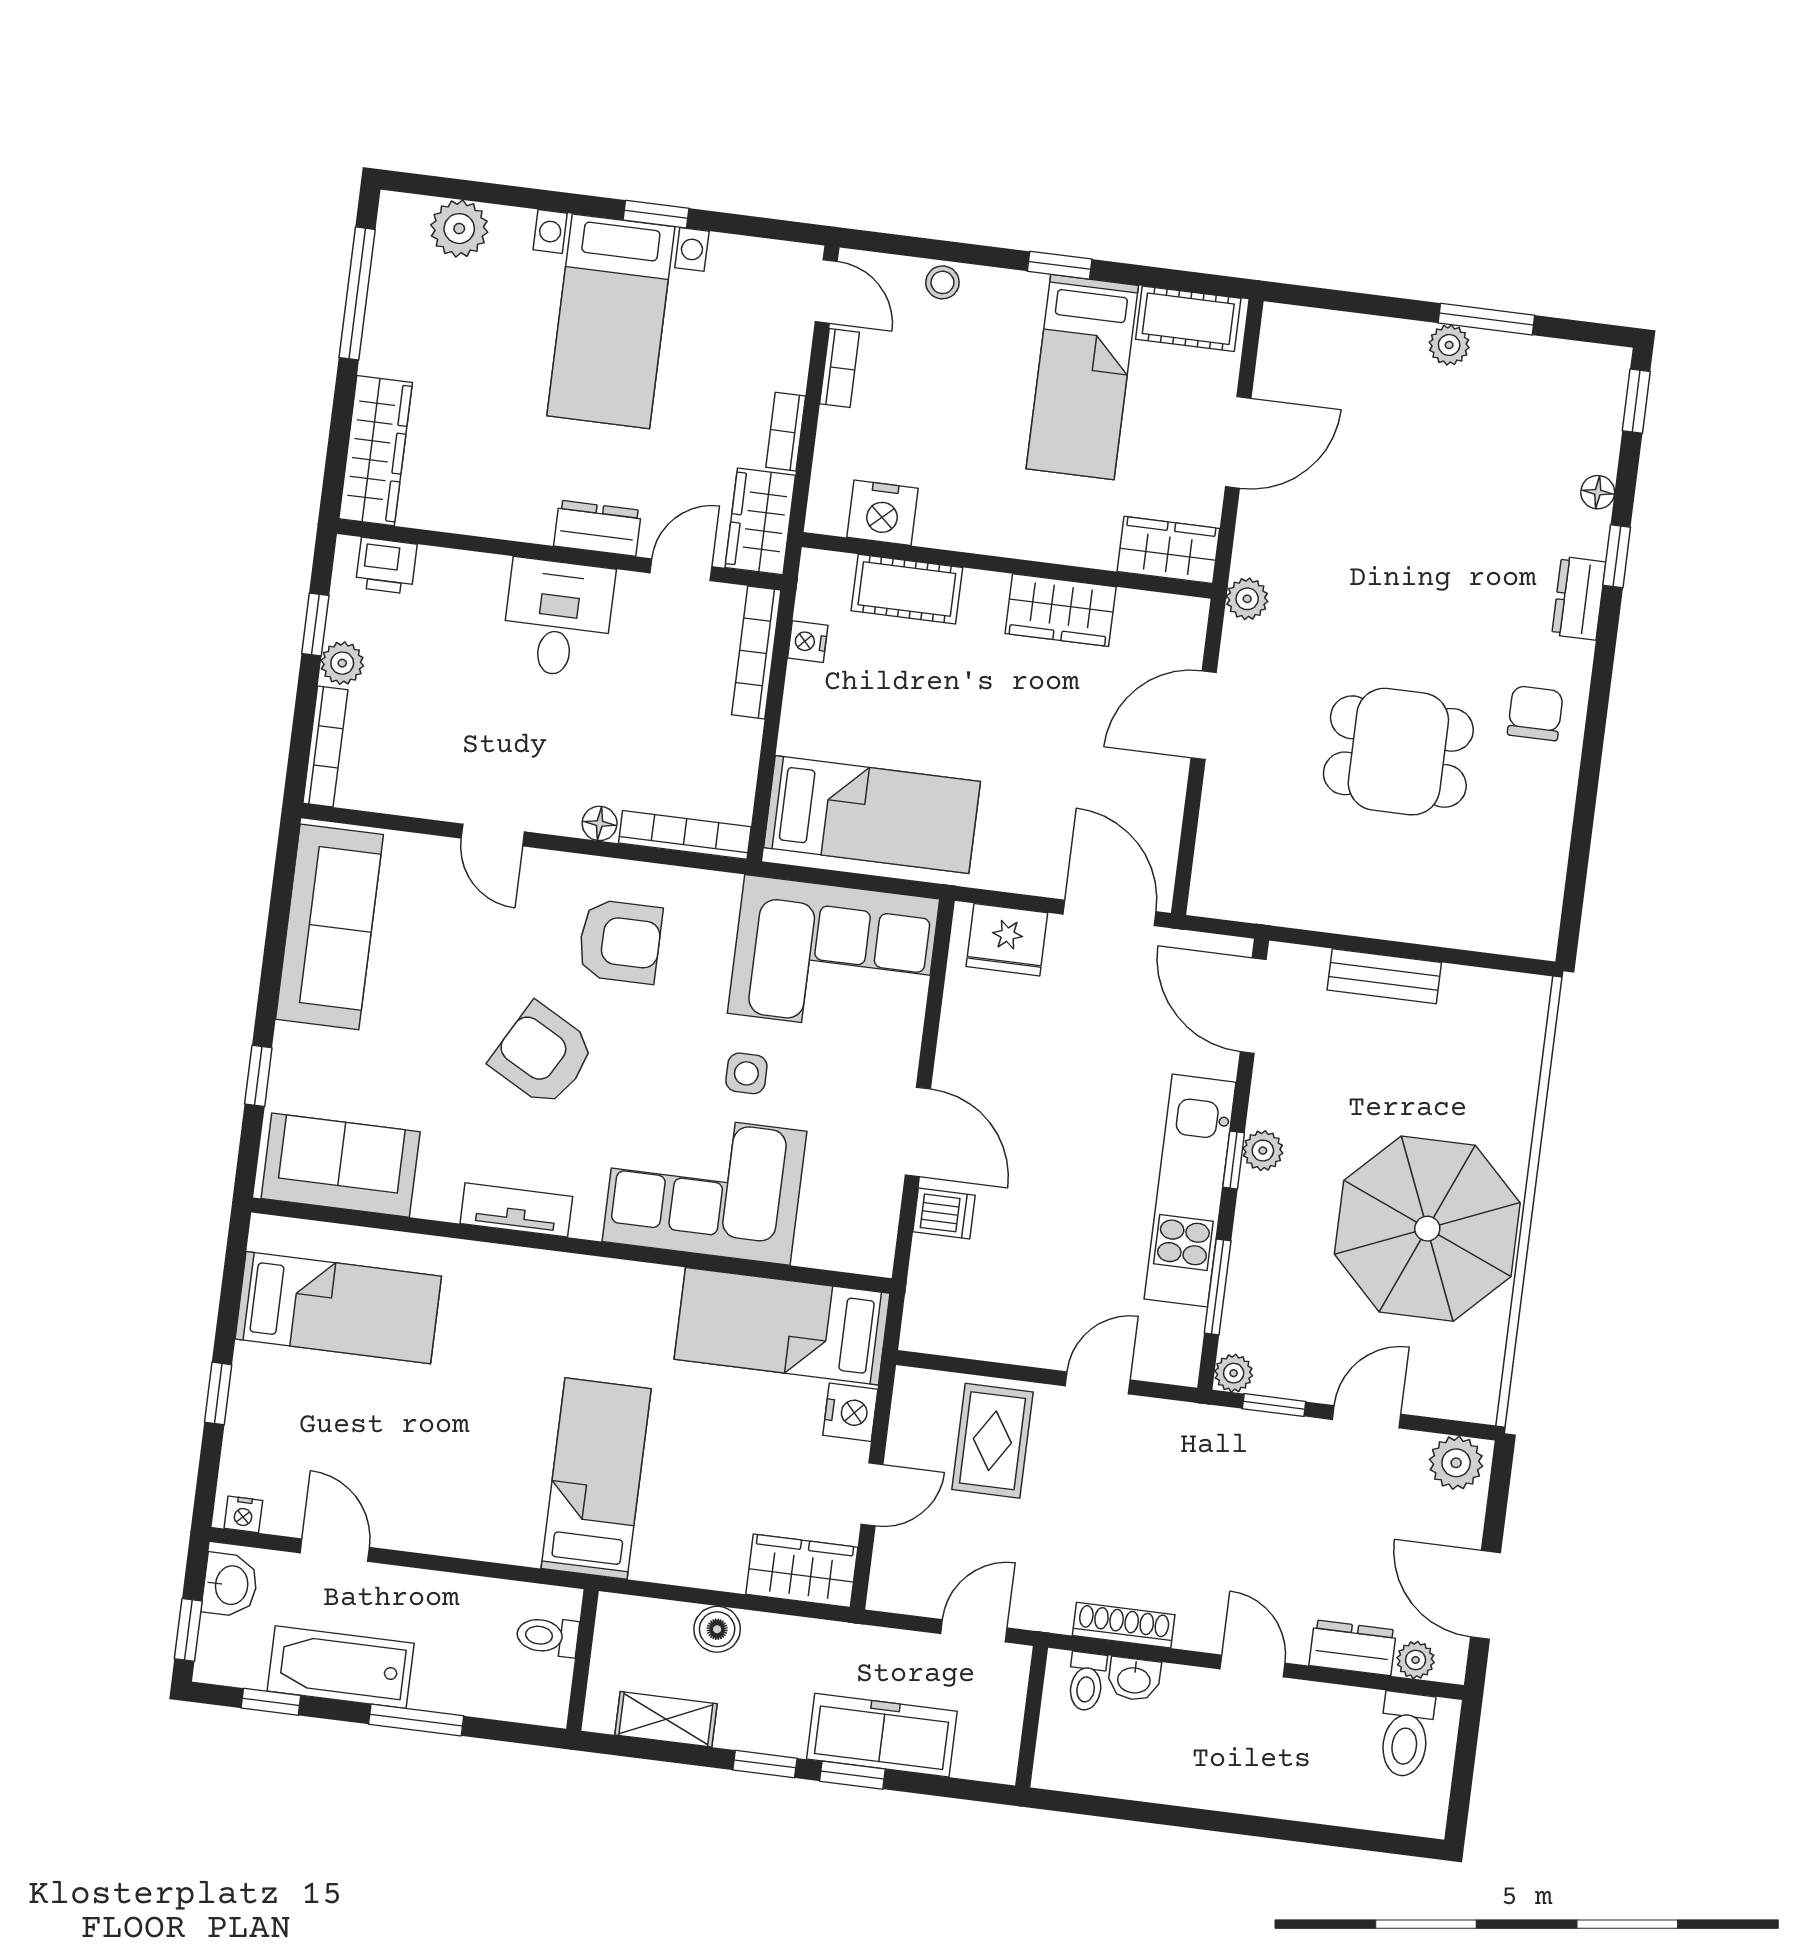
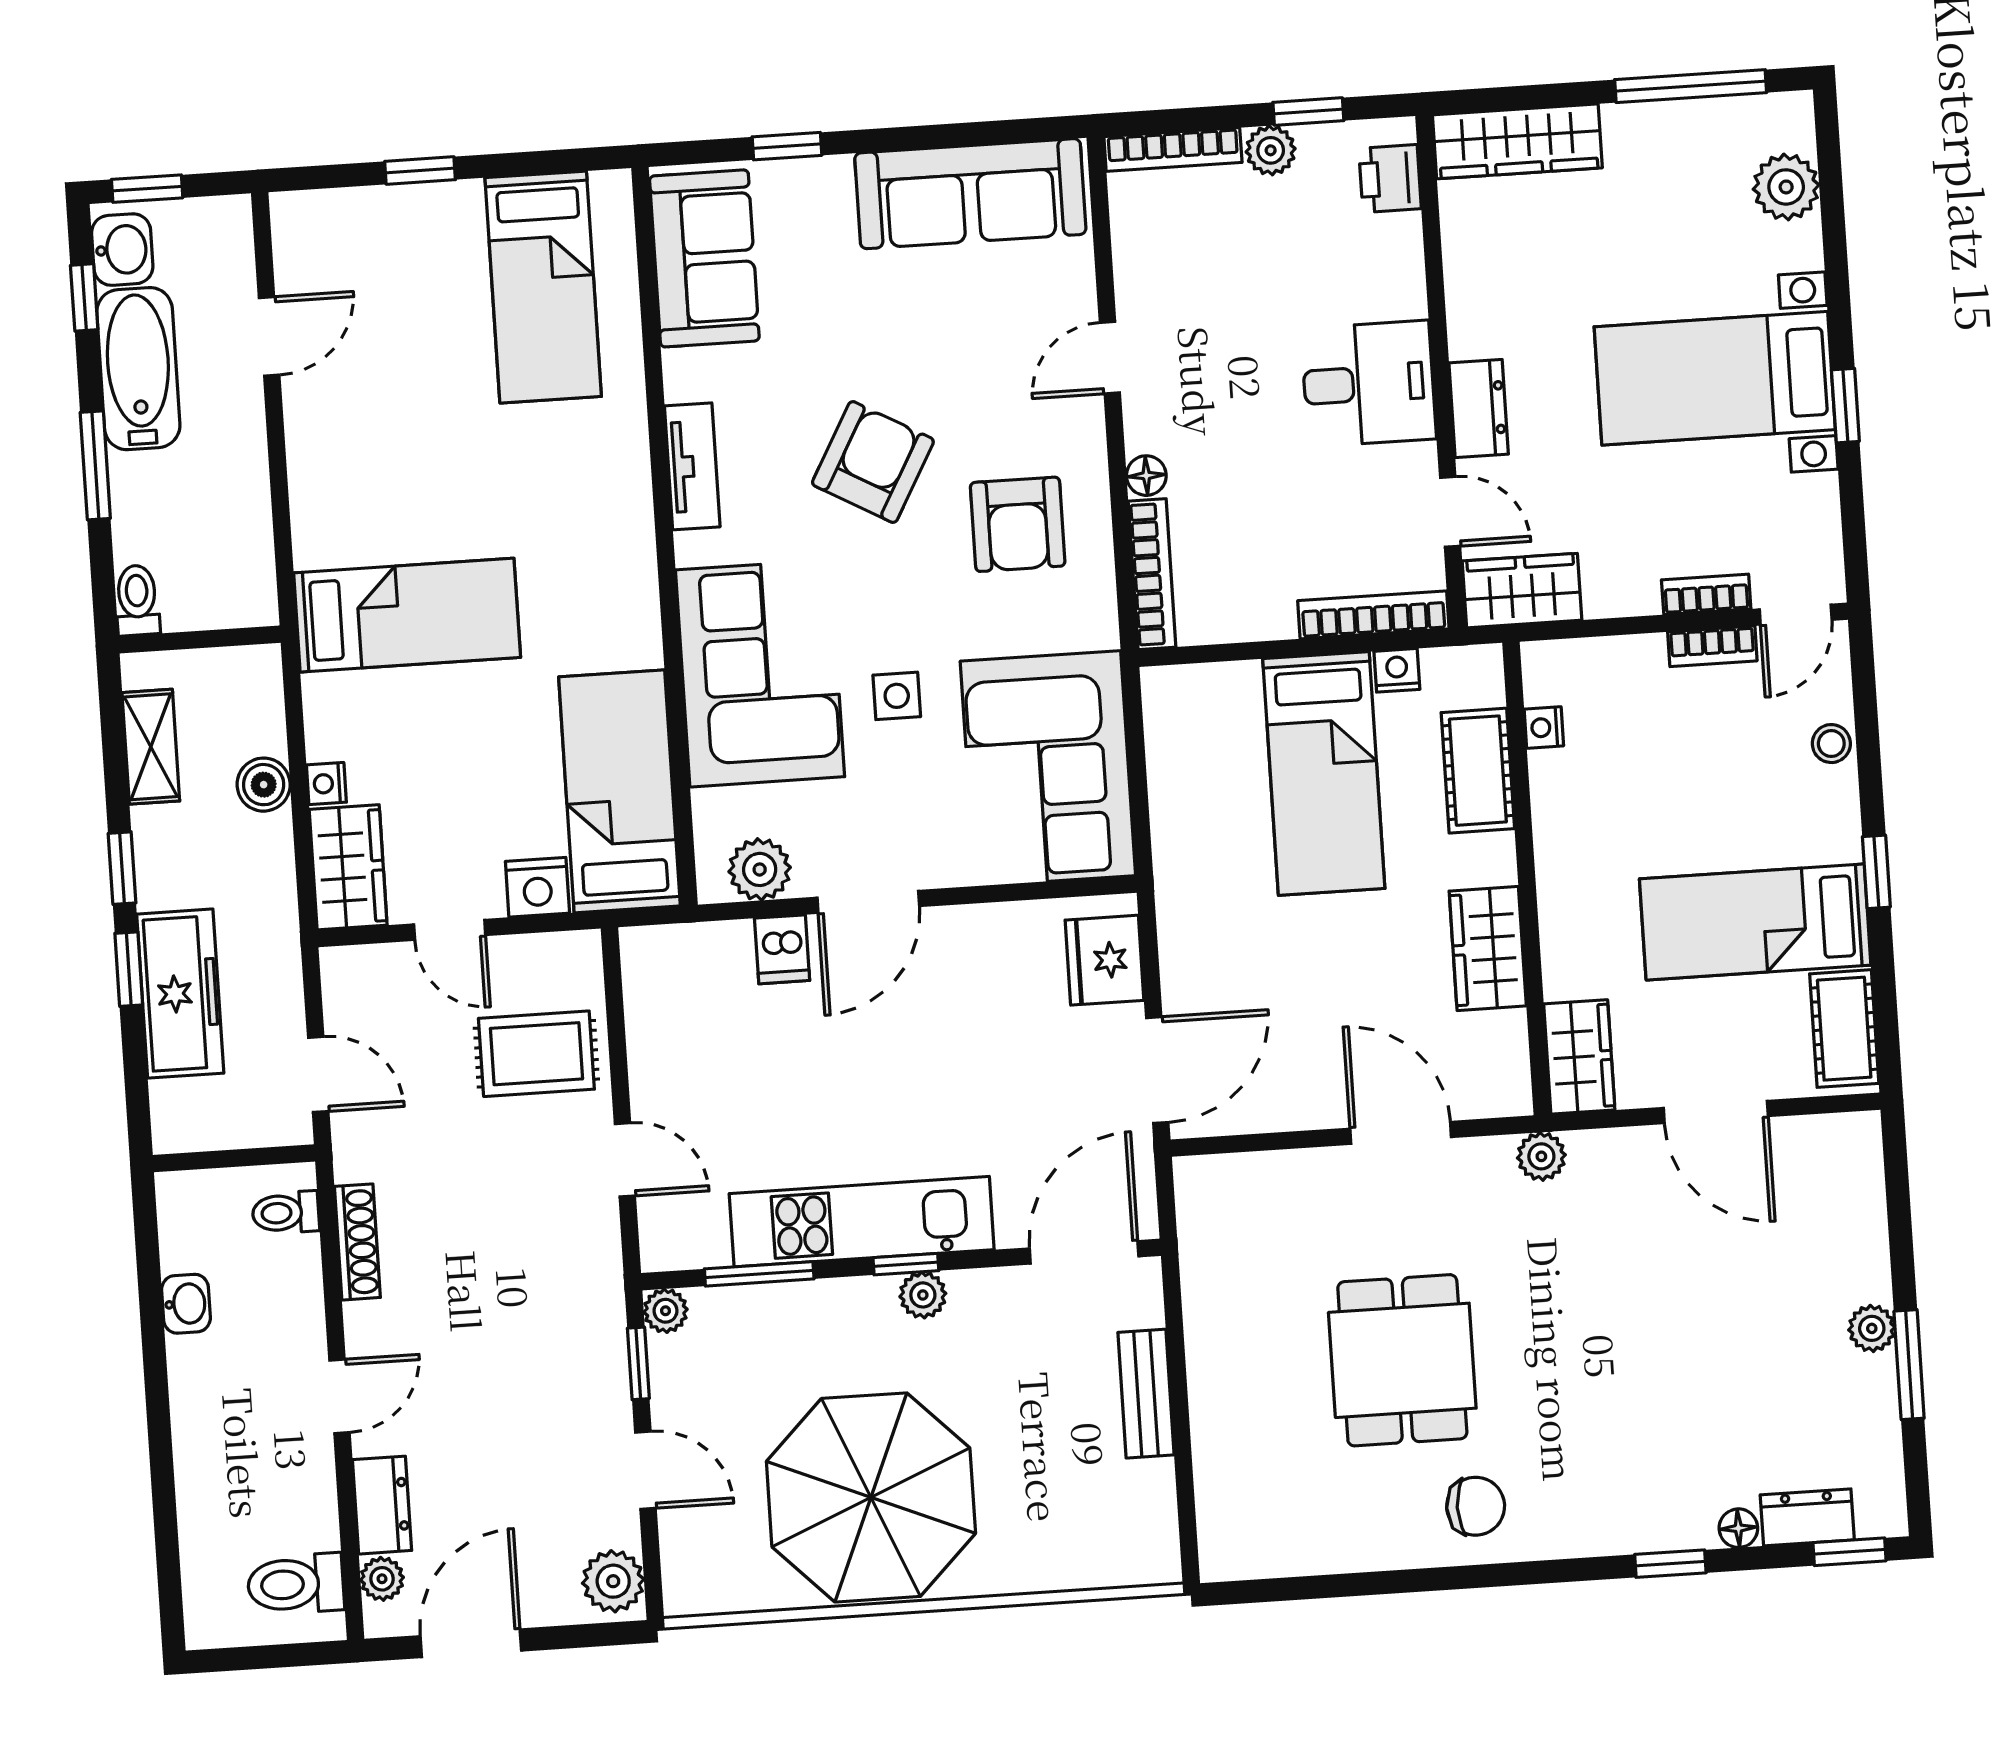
bookcase: (786, 432) -> (1706, 594), moved
nightstand: (883, 513) -> (1544, 727), width x0.53, depth x0.56
dresser: (1579, 598) -> (1807, 1517), moved
bed: (872, 815) -> (1324, 774), moved
plant: (872, 1219) -> (760, 869), added
nightstand: (243, 1514) -> (326, 784), moved
washbasin: (230, 1585) -> (122, 250), moved, turned -90
toilet: (547, 1636) -> (137, 600), moved
washbasin: (1134, 1679) -> (186, 1304), moved, turned 180

